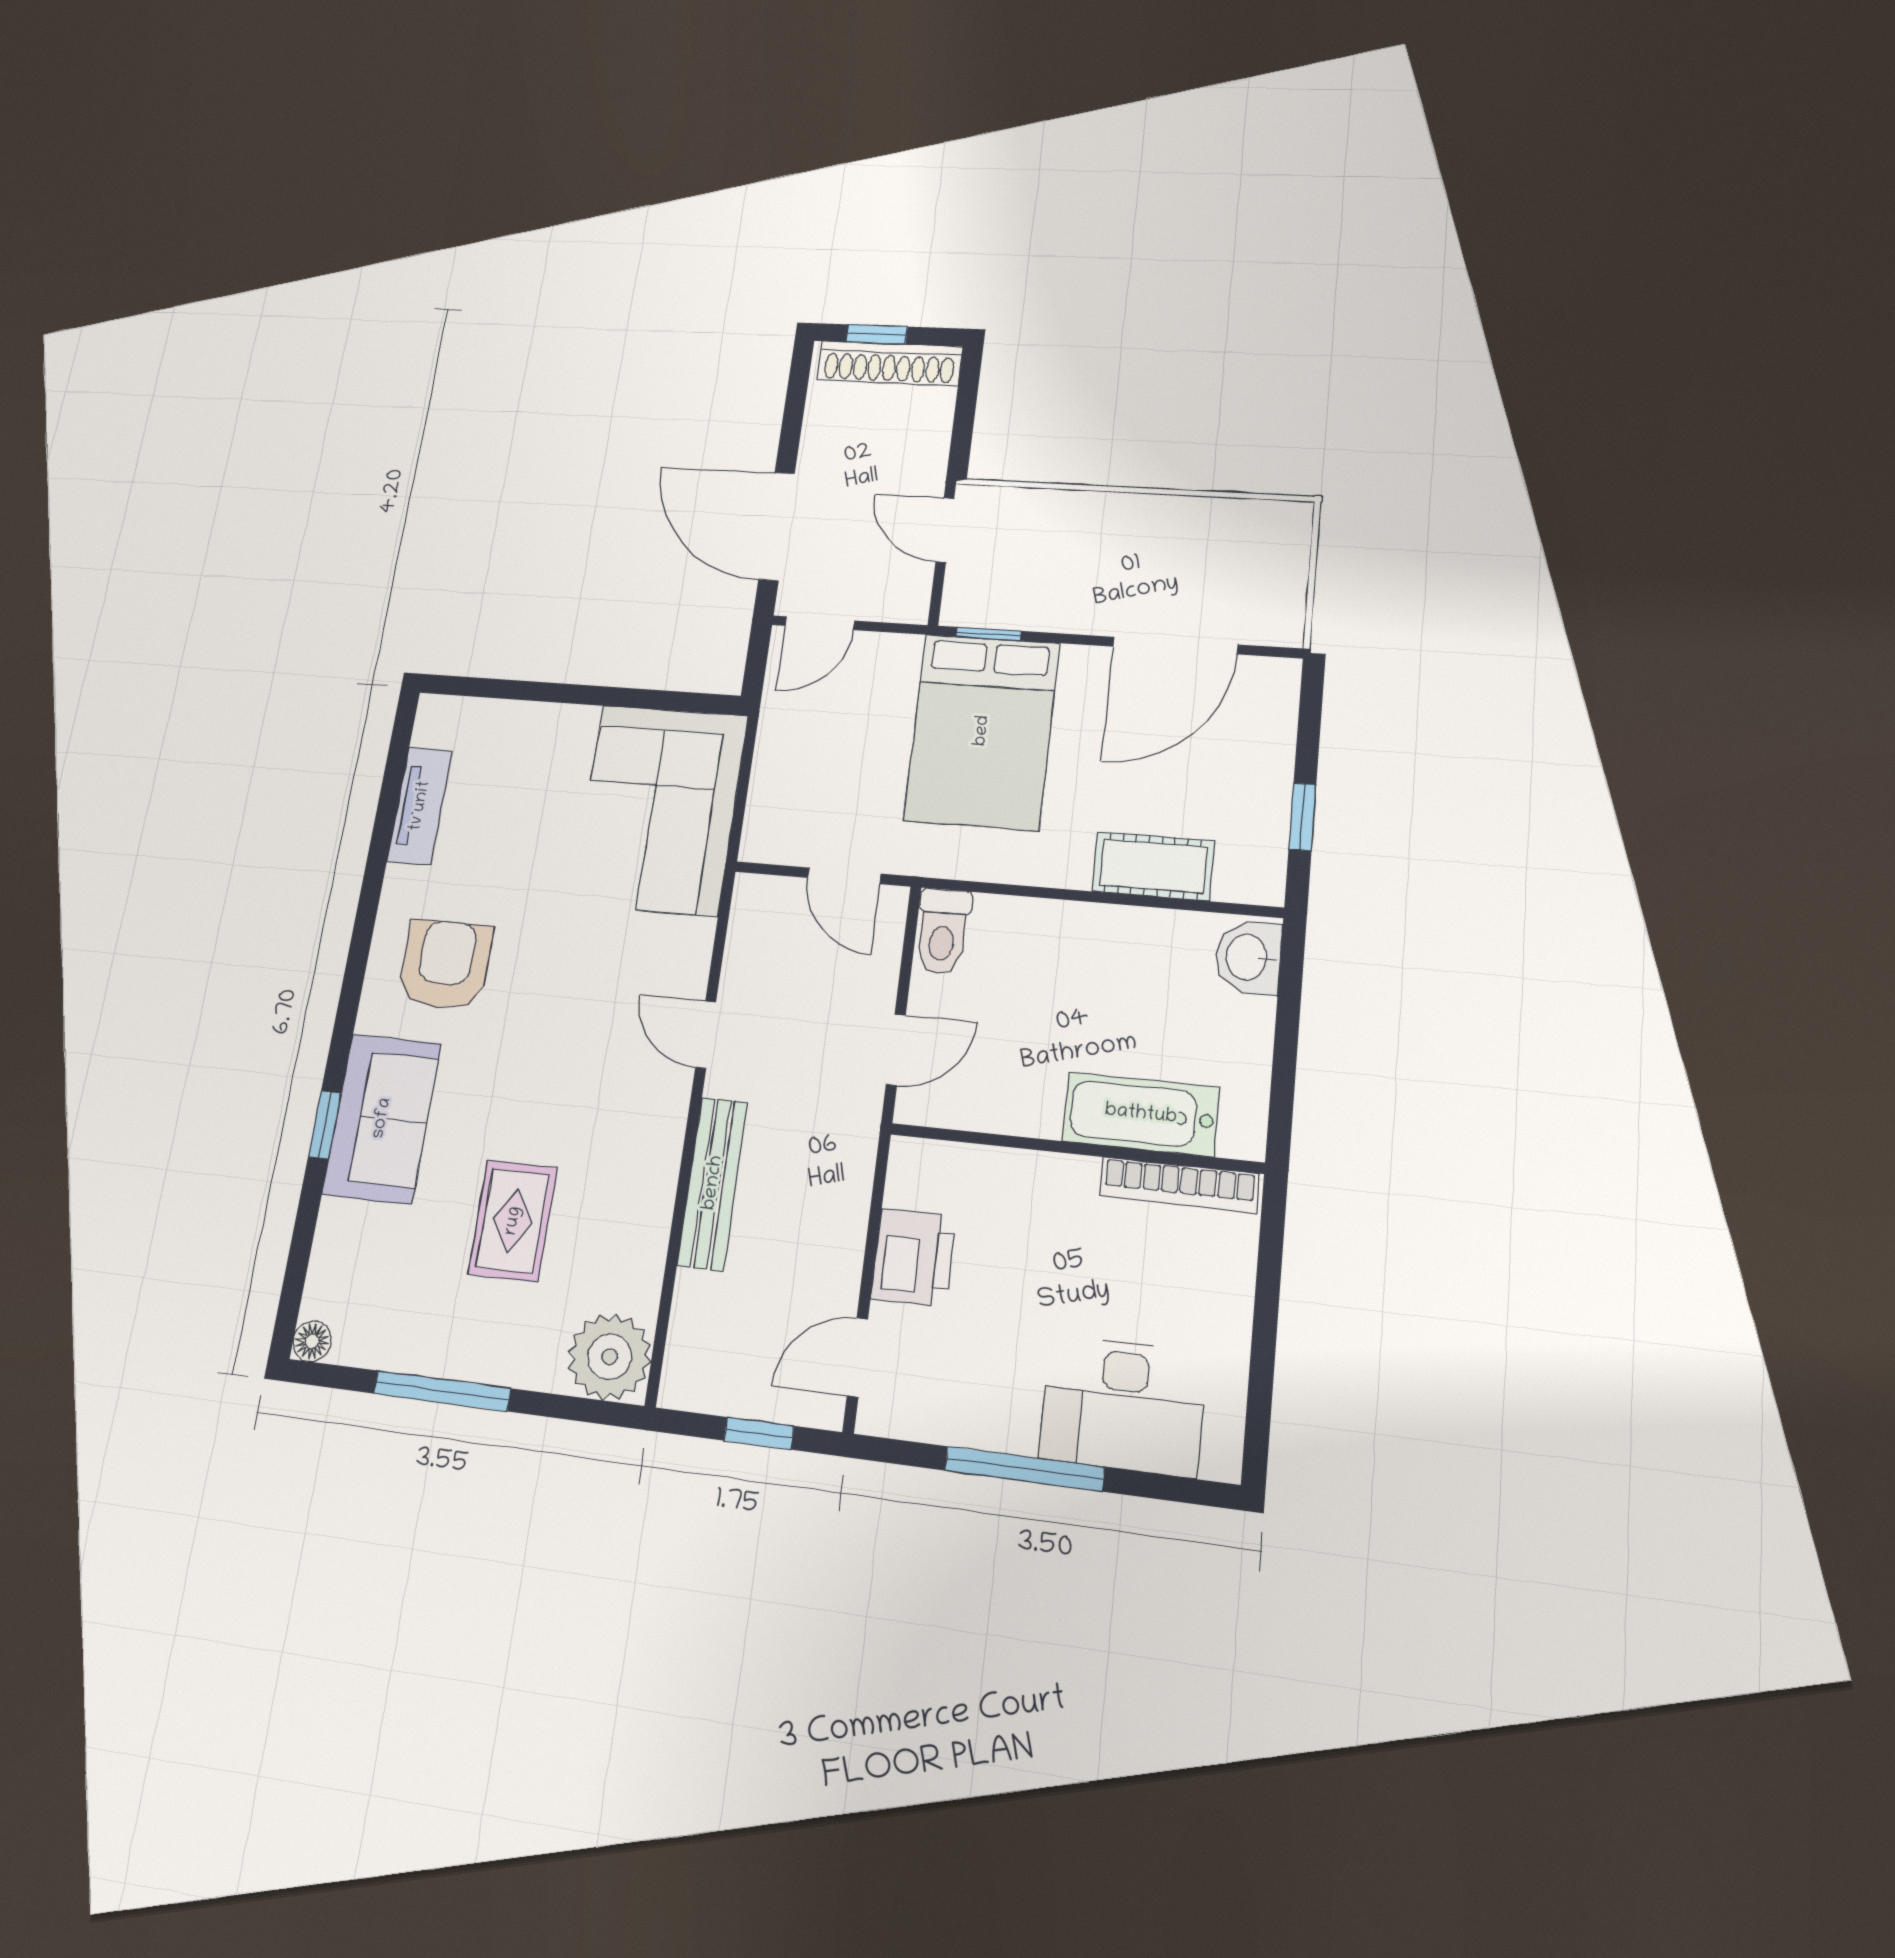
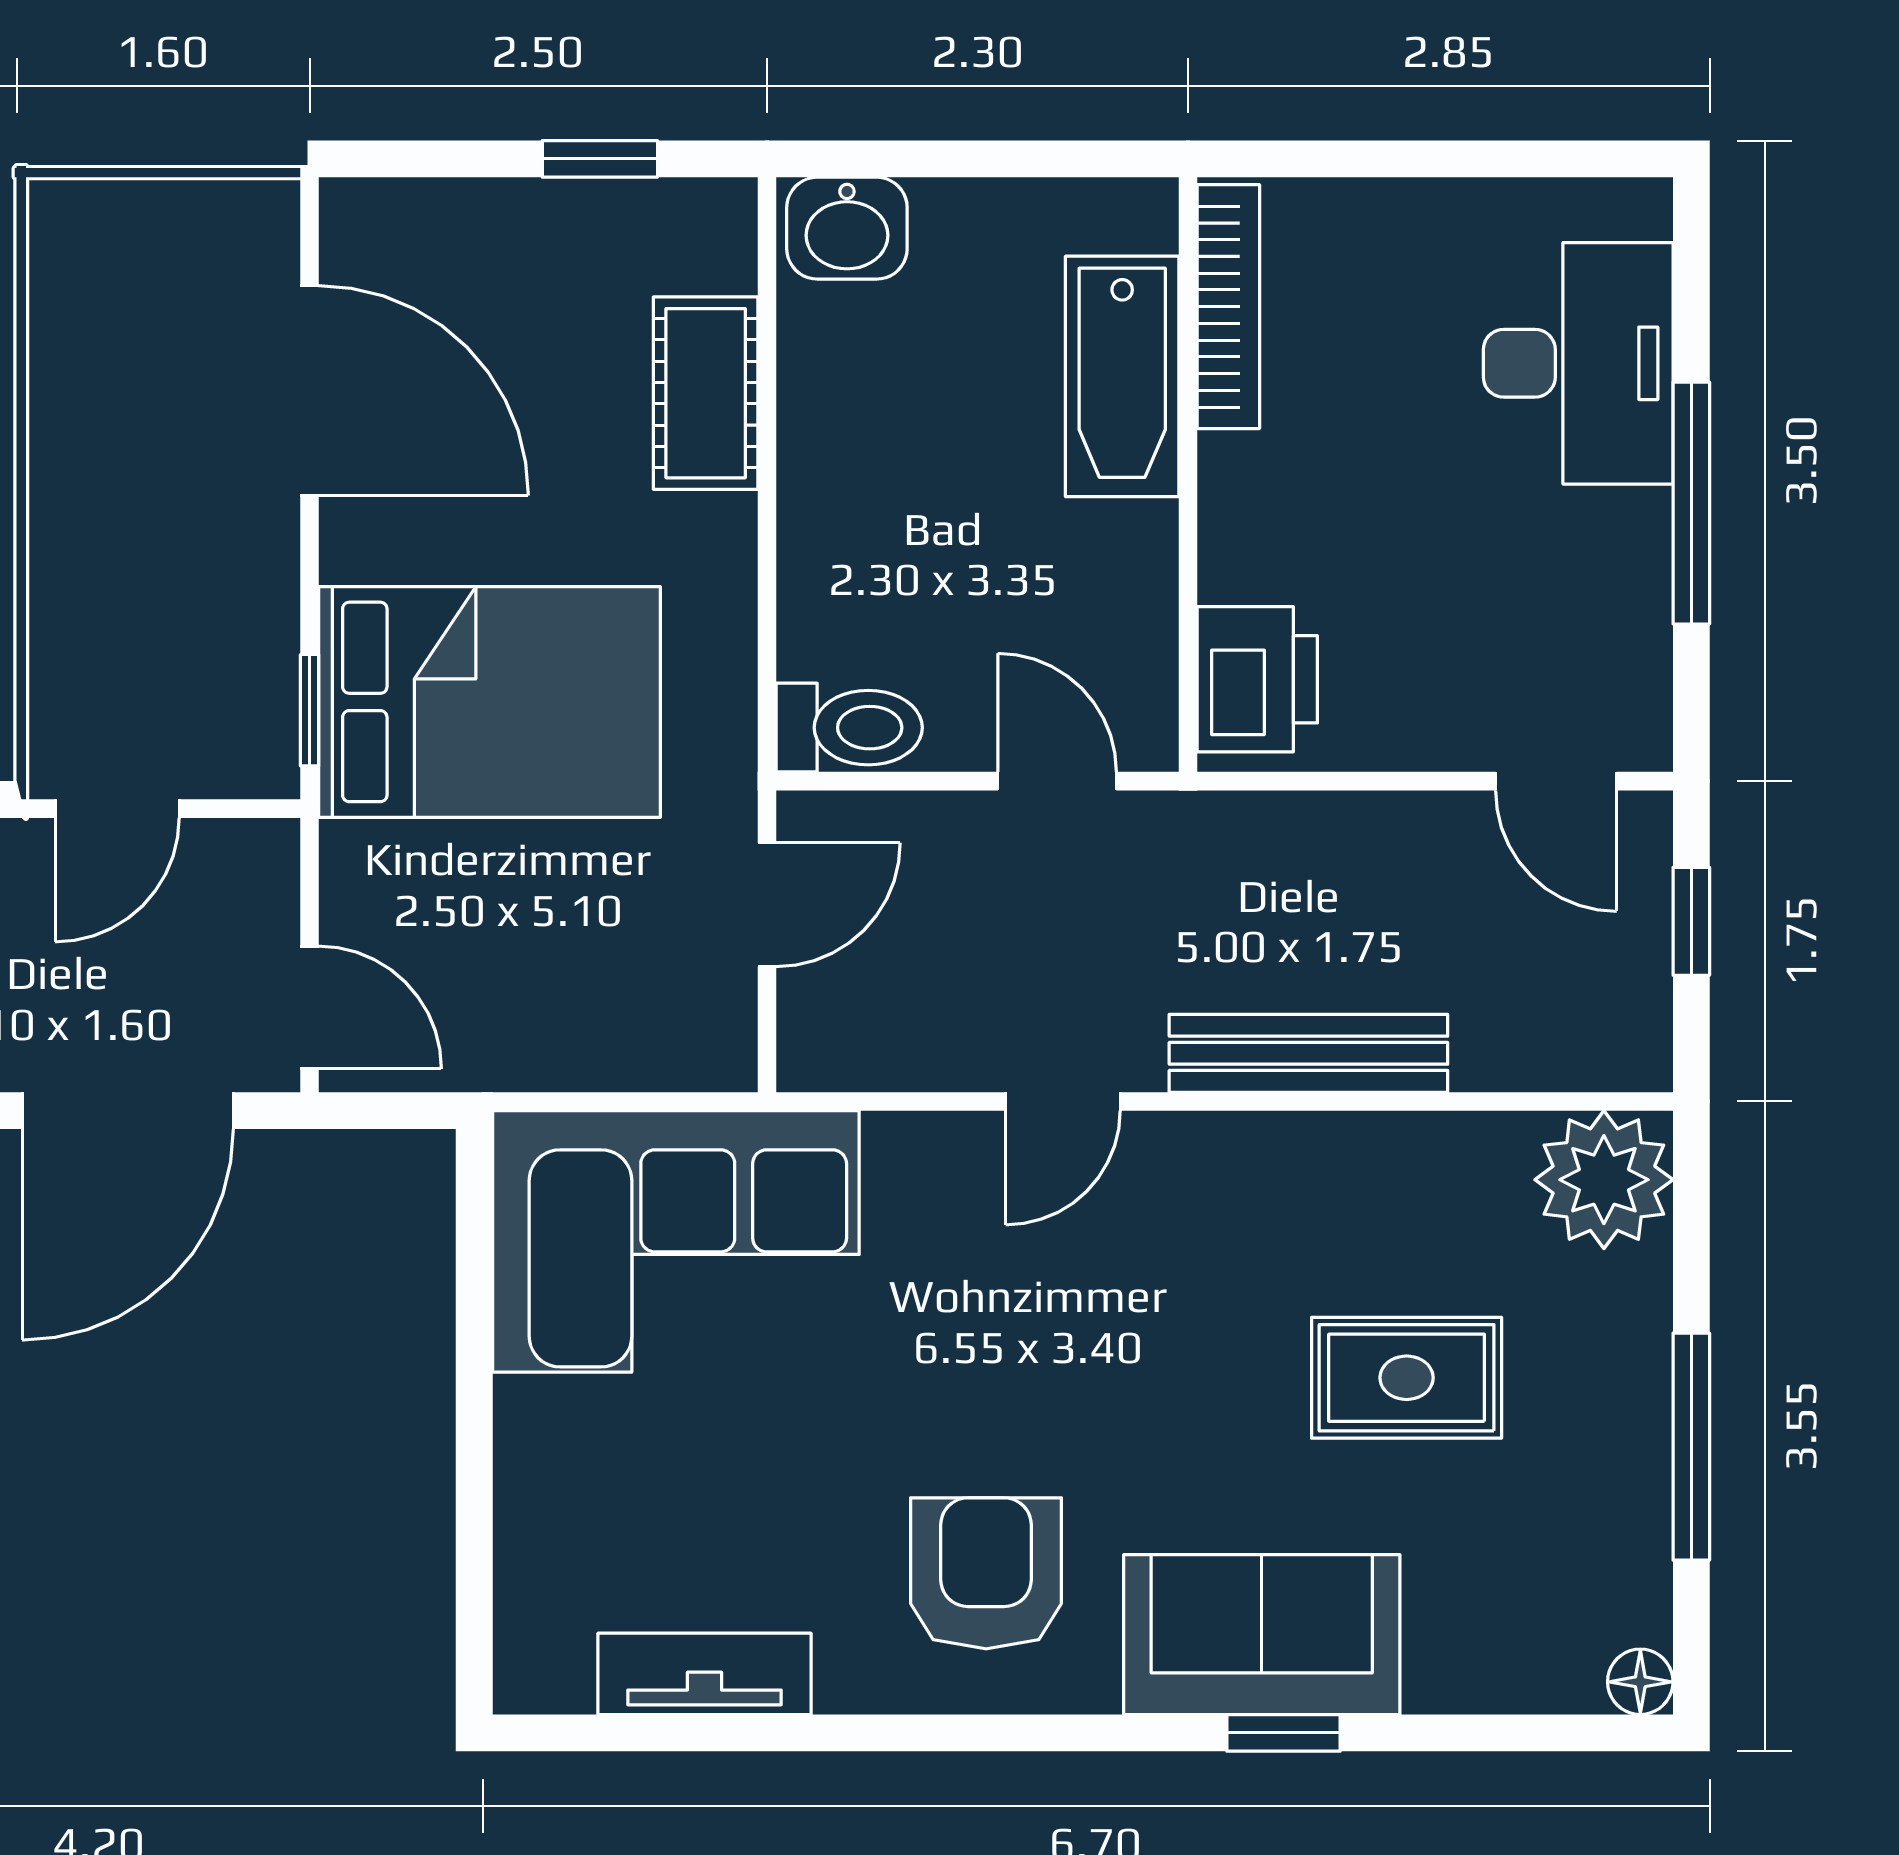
armchair: (445, 965) -> (986, 1573), turned 90
printer: (913, 1258) -> (1257, 679), moved, turned 90

